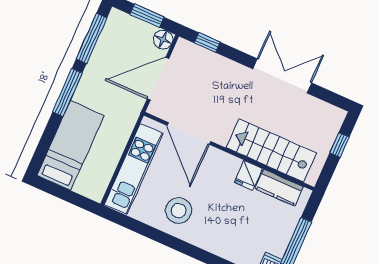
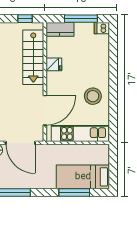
window: (68, 92) -> (74, 192), moved
window: (340, 145) -> (25, 19), moved
kitchen counter: (279, 188) -> (60, 29), moved, turned 90

